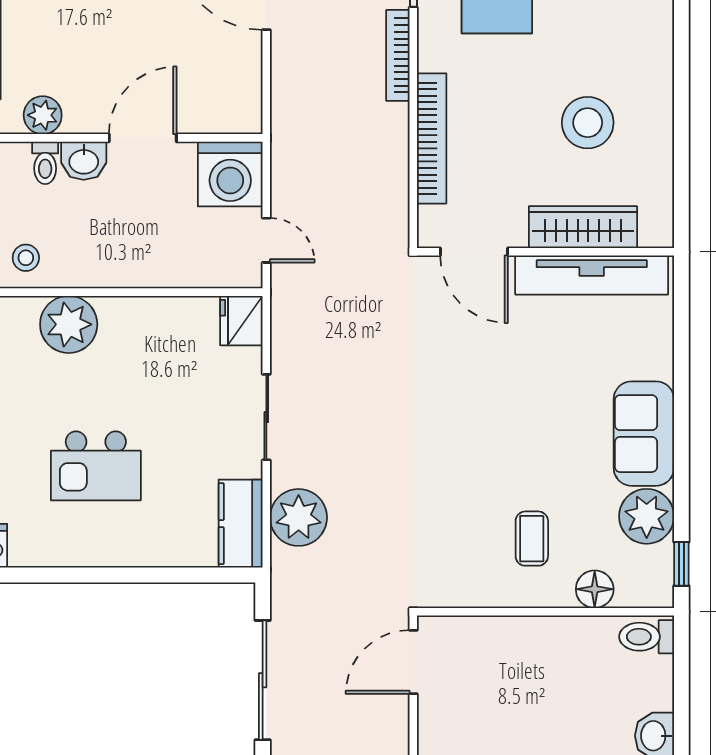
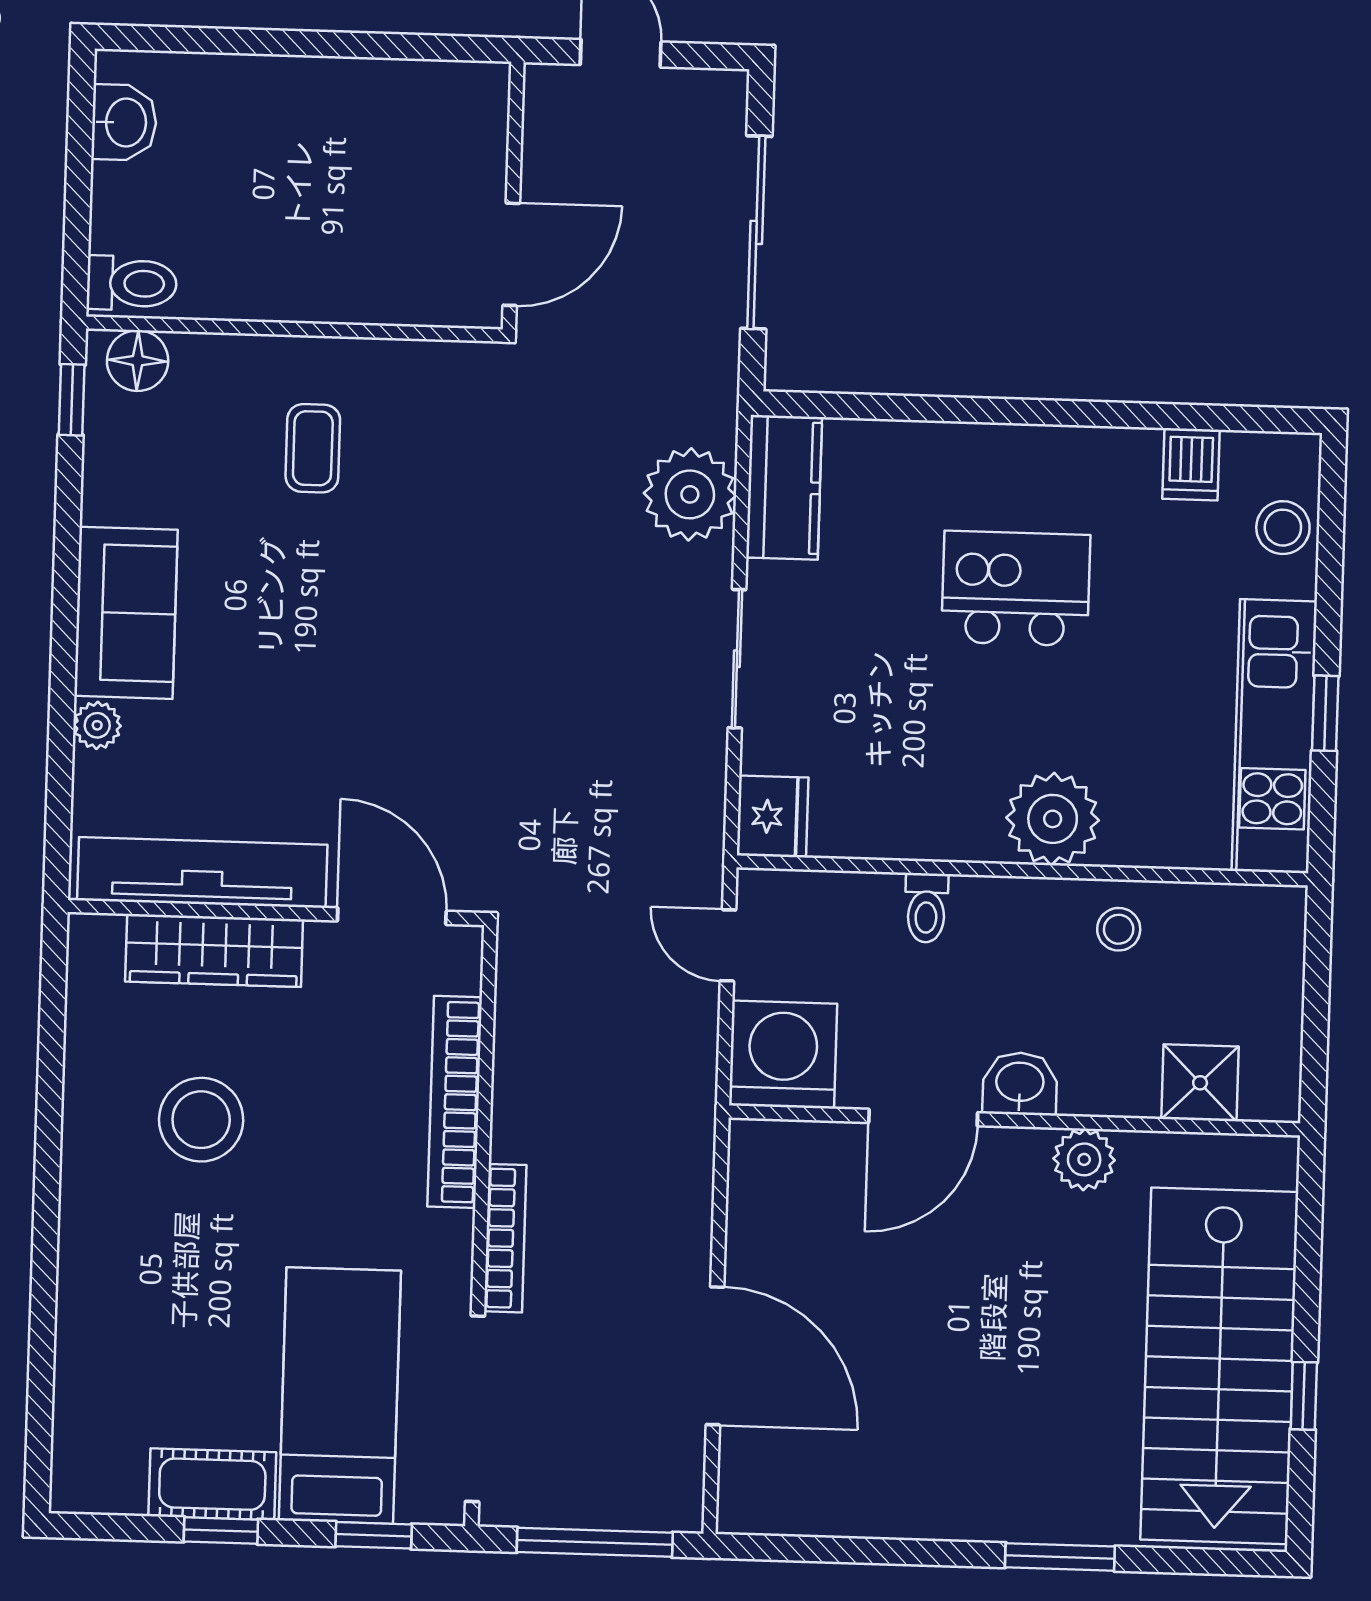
toilet: (45, 163) -> (926, 908), moved, turned 180
plant: (647, 516) -> (97, 725), moved, width x0.53, depth x0.53
floor lamp: (595, 589) -> (138, 361), moved

